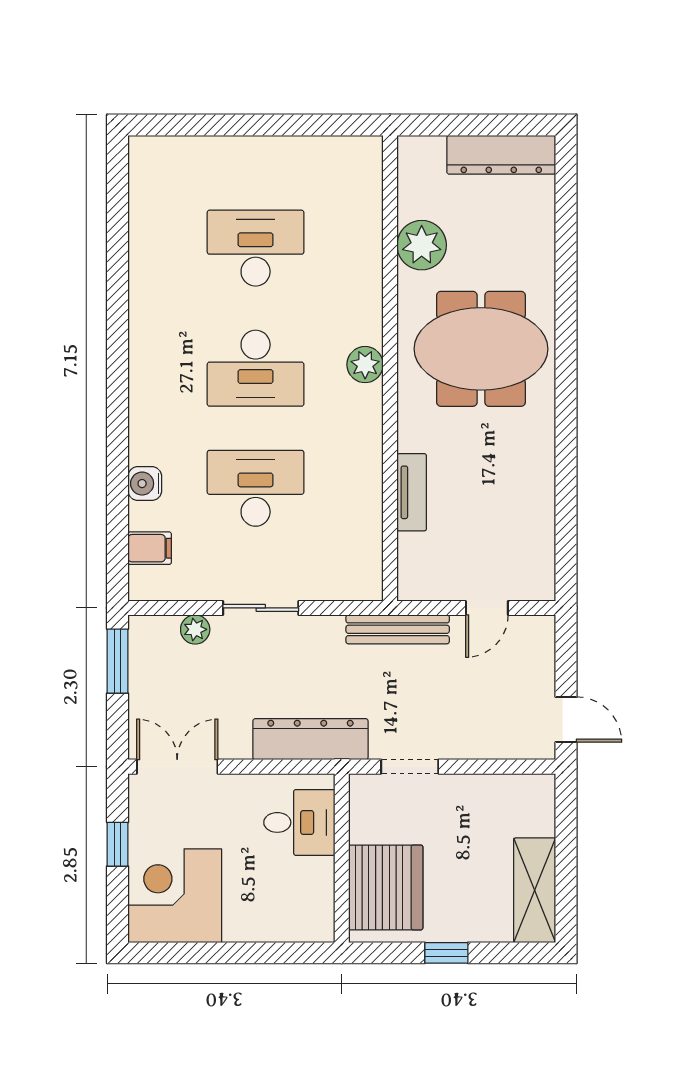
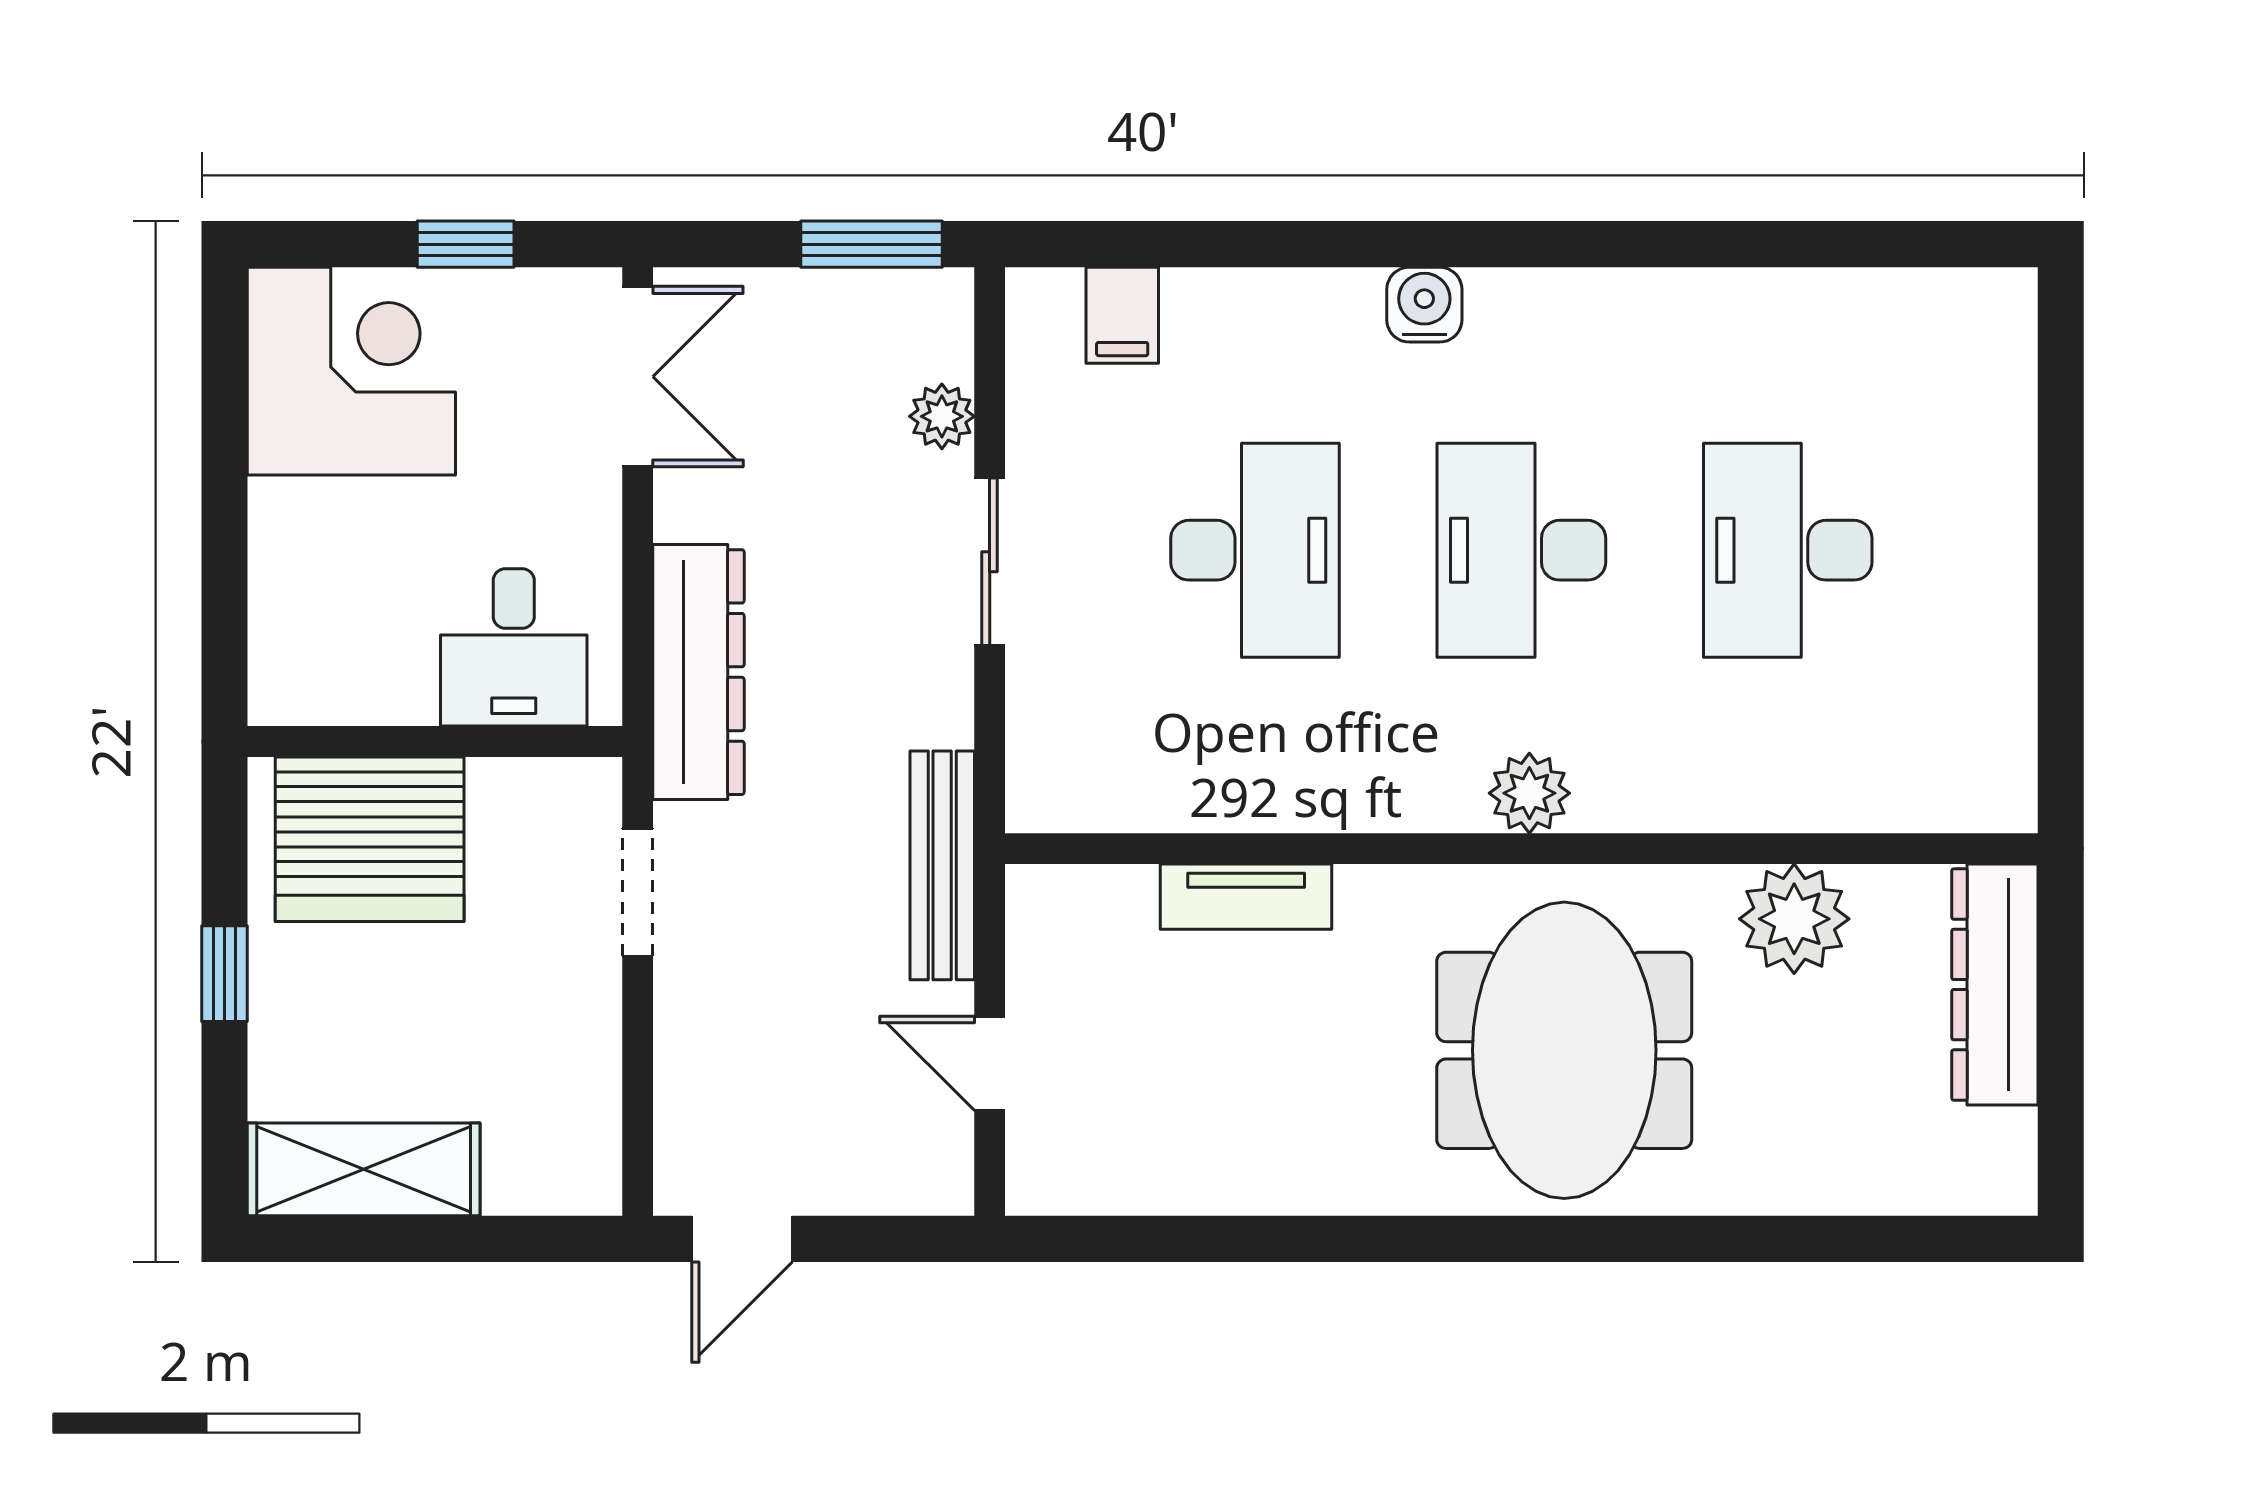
dresser: (501, 155) -> (1995, 985), moved
desk: (256, 248) -> (1788, 550), turned 180
water cooler: (145, 484) -> (1424, 305), moved

